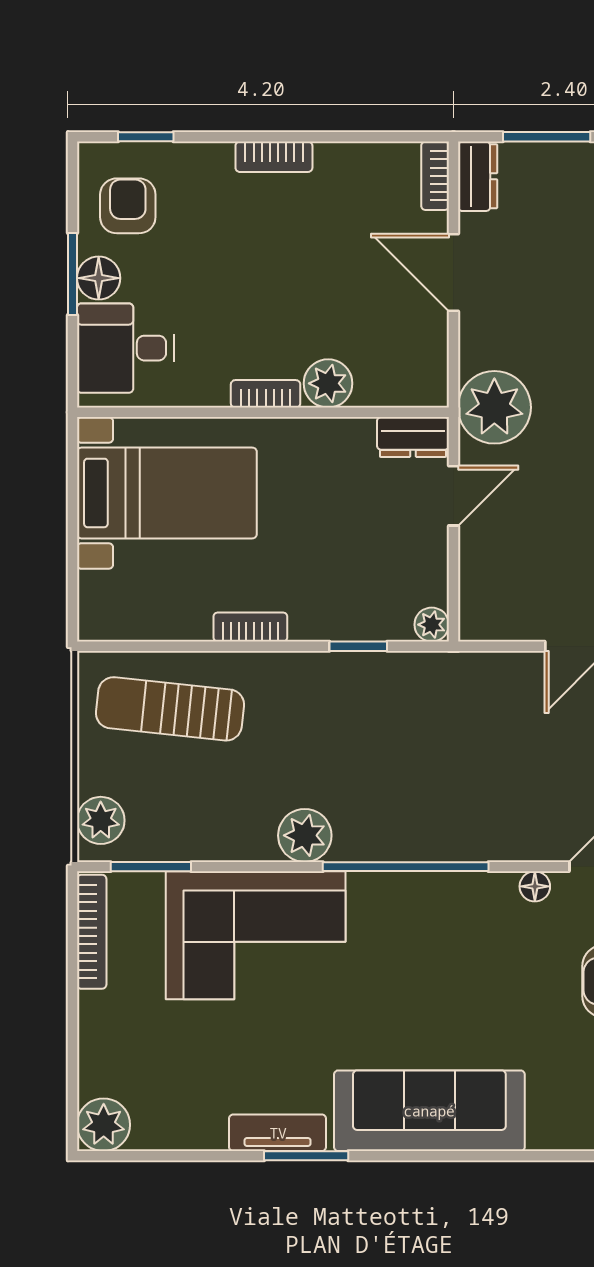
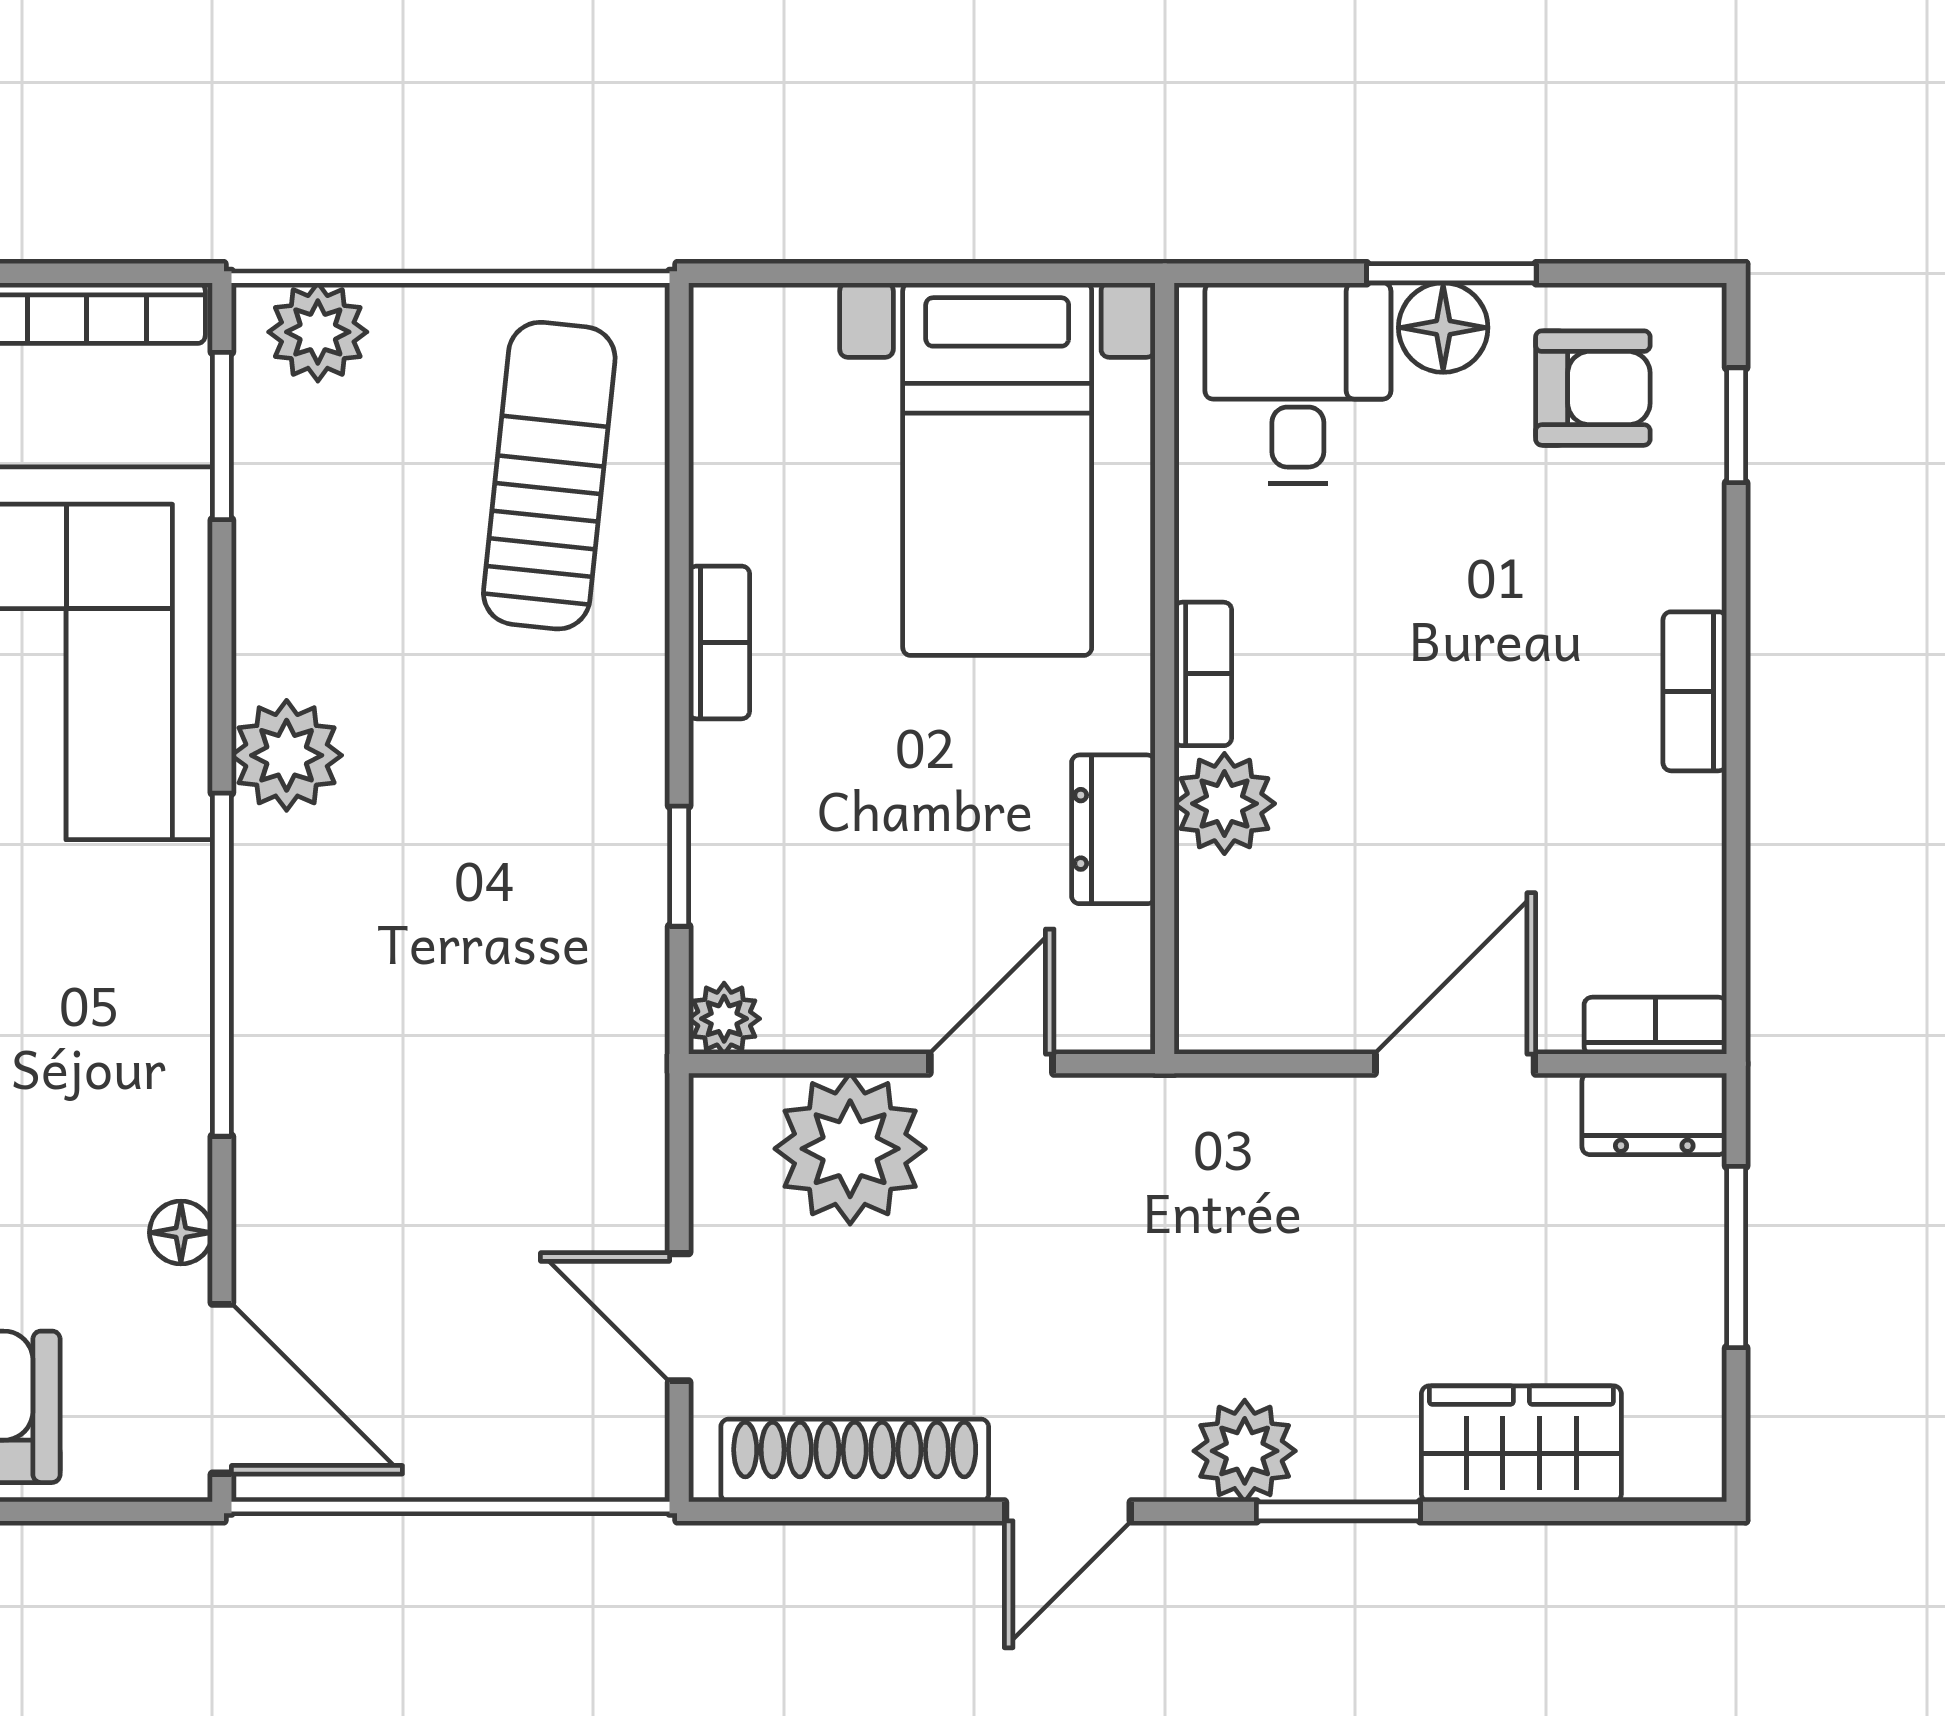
plant: (494, 407) -> (850, 1149), moved
dresser: (413, 437) -> (1113, 829), moved
door: (453, 496) -> (991, 1064), swing flipped

